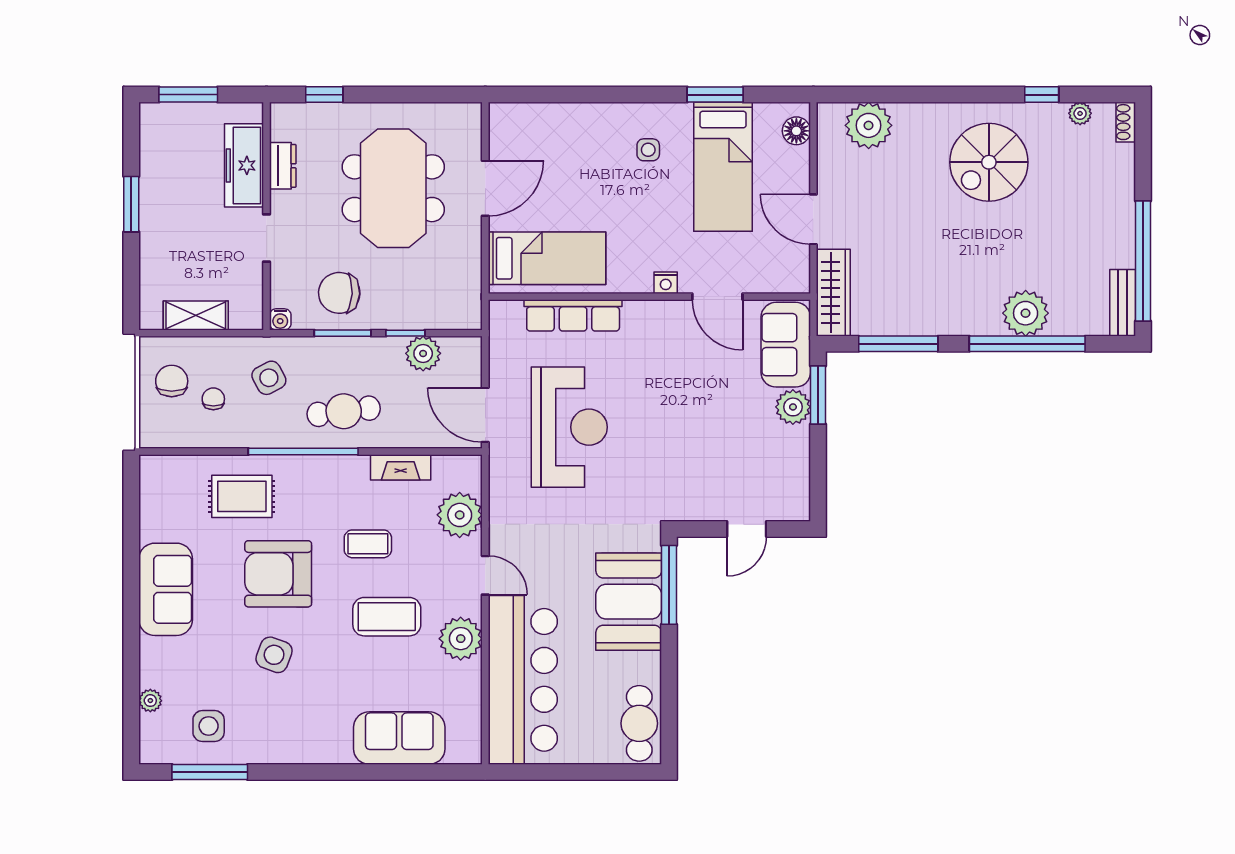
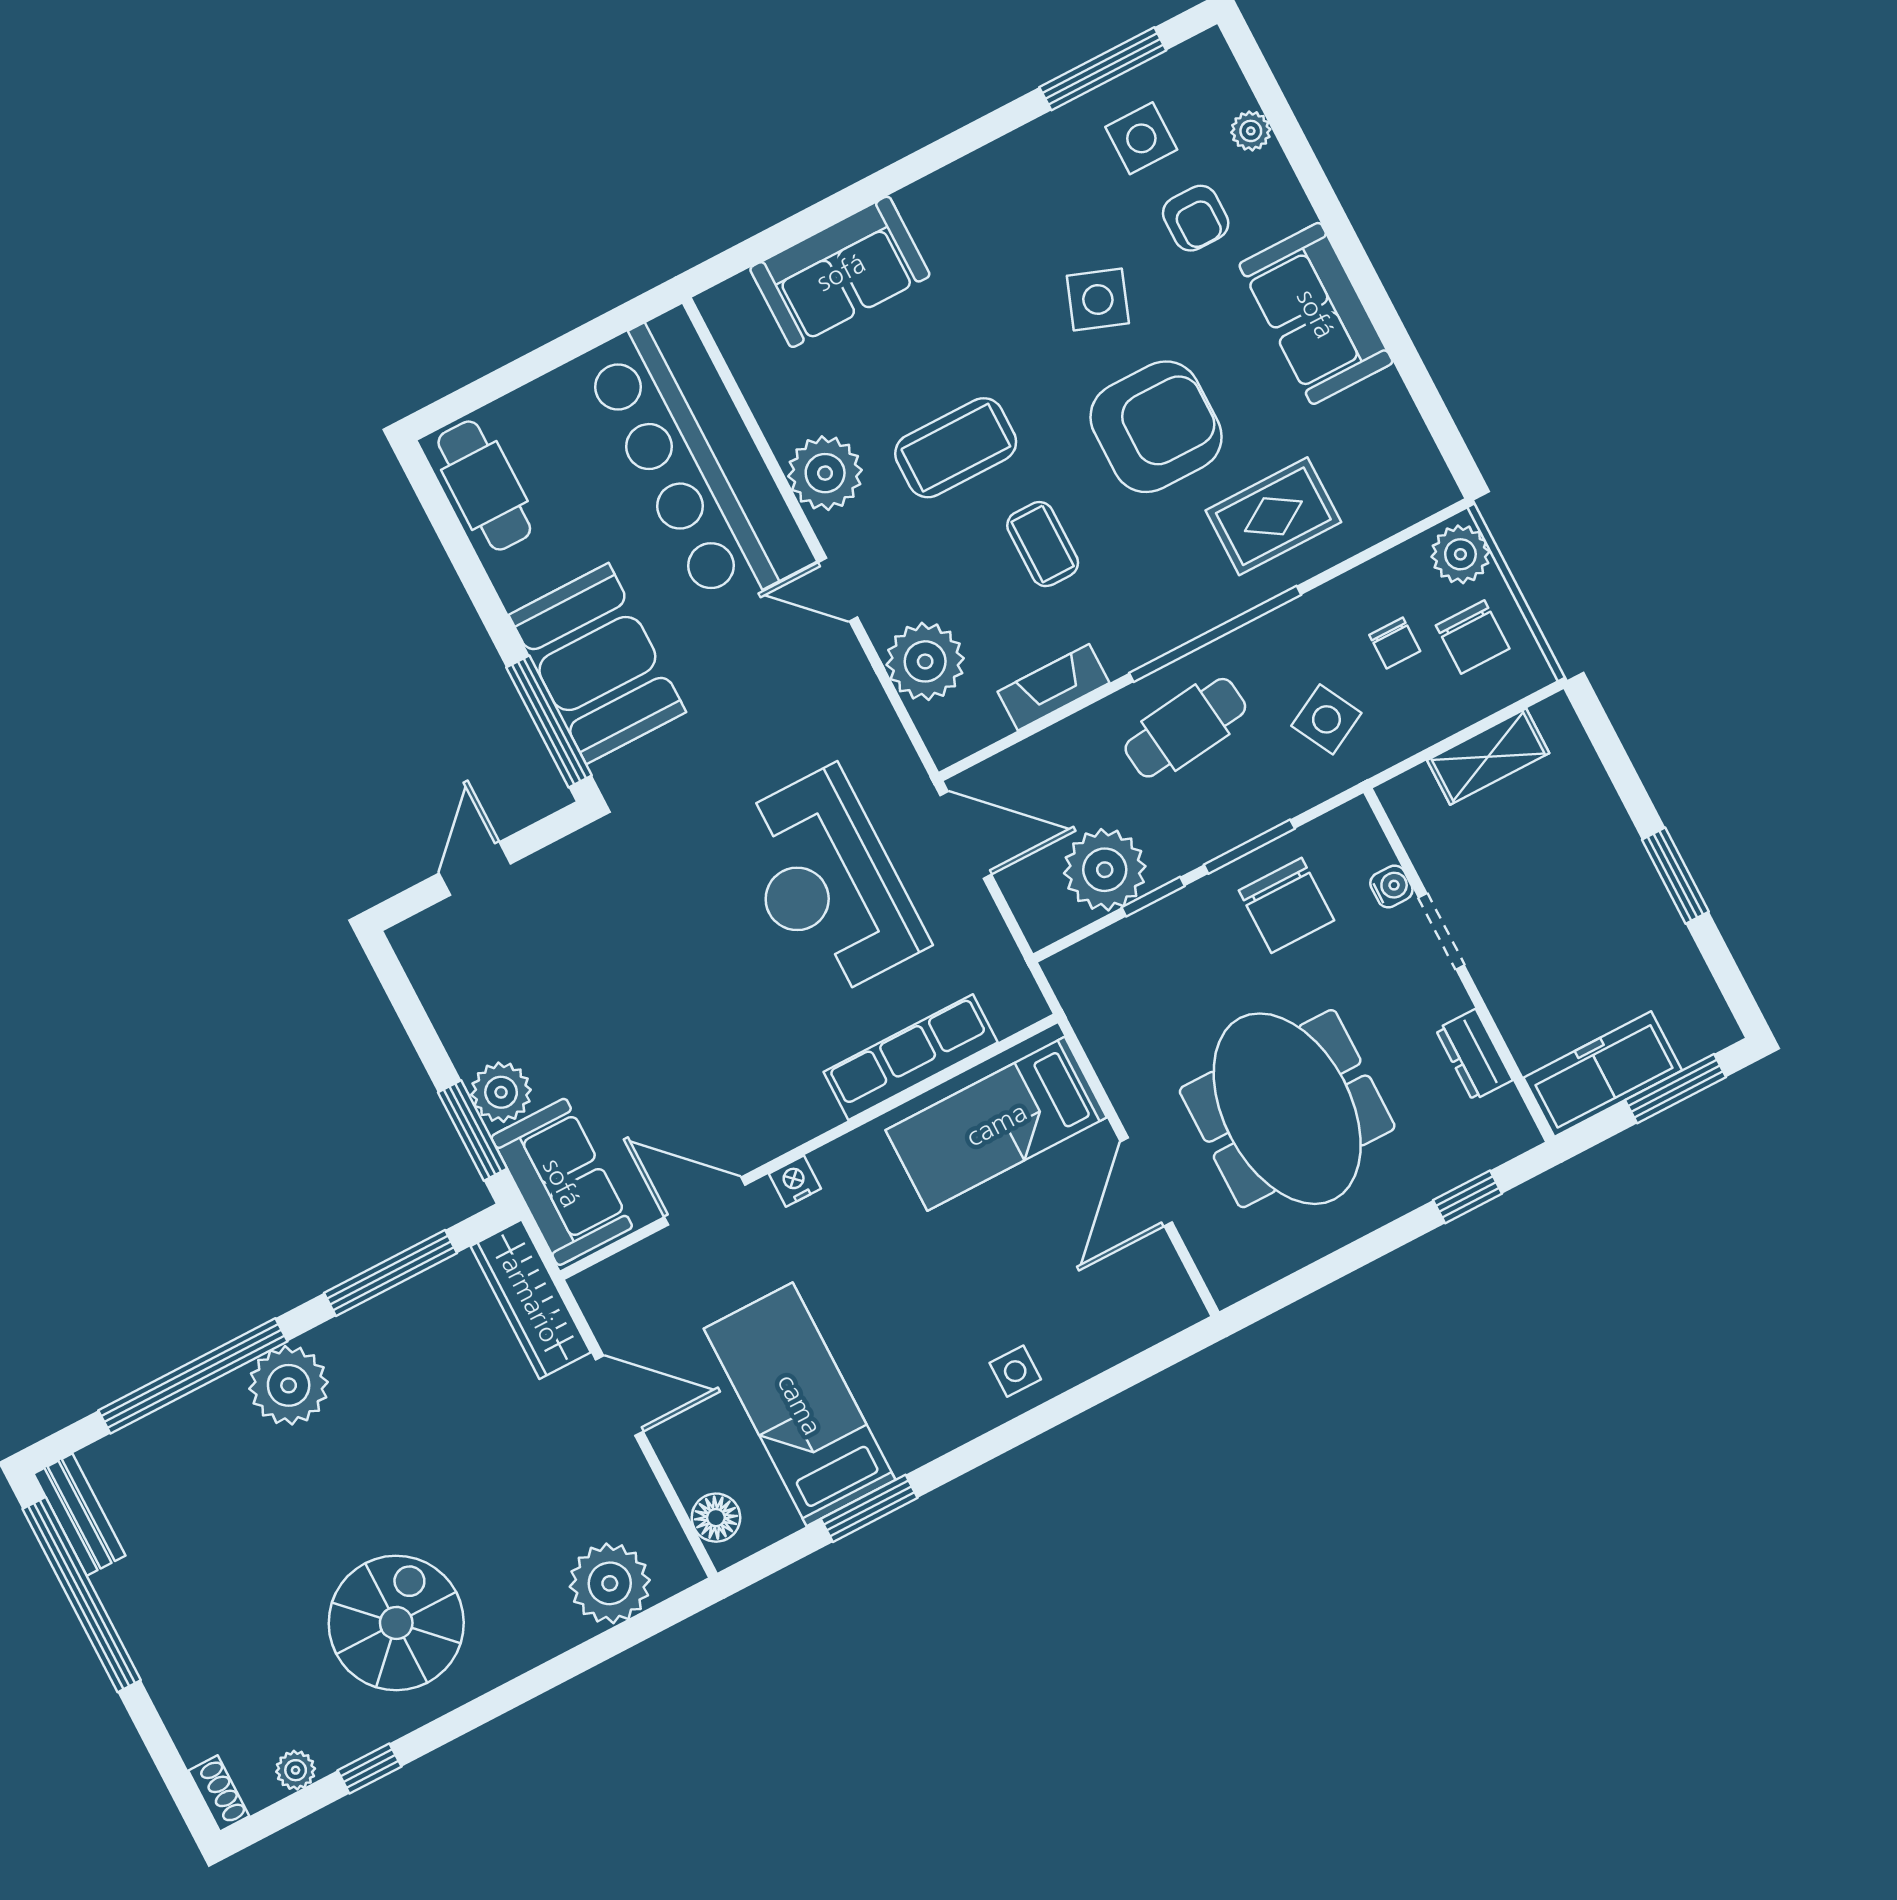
side table: (648, 150) -> (1015, 1371), moved
freezer: (244, 165) -> (1603, 1074), moved, turned -90
chair: (339, 293) -> (1286, 905), turned 87
plant: (1026, 313) -> (289, 1385), moved
water cooler: (280, 319) -> (1391, 886), moved, turned 90
plant: (423, 353) -> (1105, 870), width x1.36, depth x1.36
plant: (156, 427) -> (1460, 554), added
coffee table: (368, 544) -> (1043, 544), turned 90
armchair: (202, 670) -> (1196, 218), added

